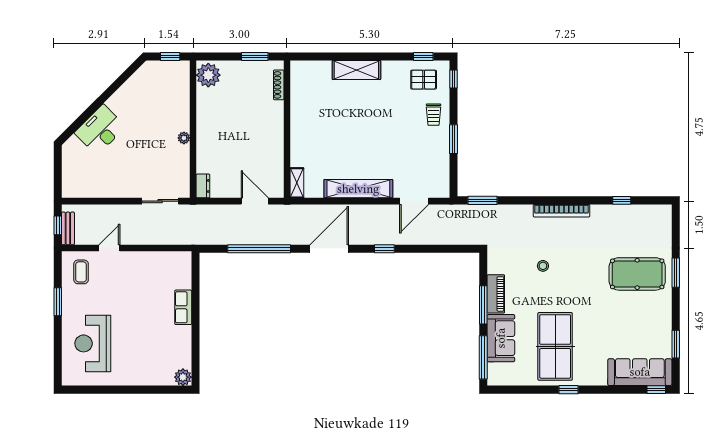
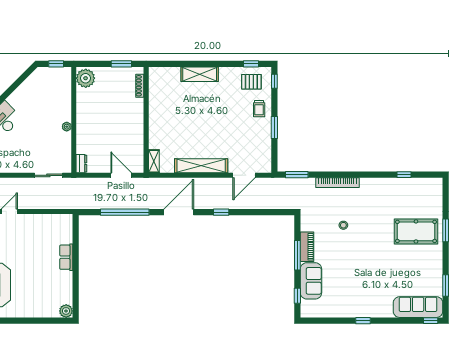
bookcase: (561, 211) -> (338, 183), moved
table tennis table: (555, 346) -> (353, 287), removed
window: (483, 357) -> (297, 296), width x0.46

